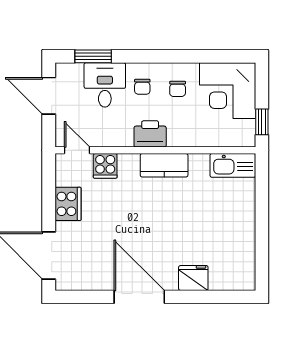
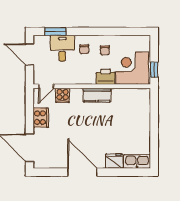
corner desk: (228, 91) -> (132, 68), moved, turned 90
printer: (150, 134) -> (106, 77), moved
door: (77, 150) -> (46, 86), swing flipped
kitchen sink: (233, 165) -> (137, 161), moved, turned 180

